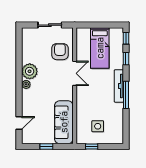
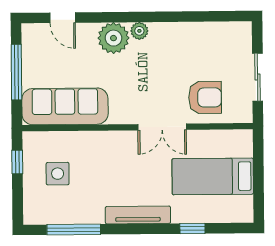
window: (126, 38) -> (233, 228), removed
plant: (30, 71) -> (113, 38), moved
window: (126, 95) -> (74, 230), moved
window: (46, 147) -> (16, 72), width x2.17

